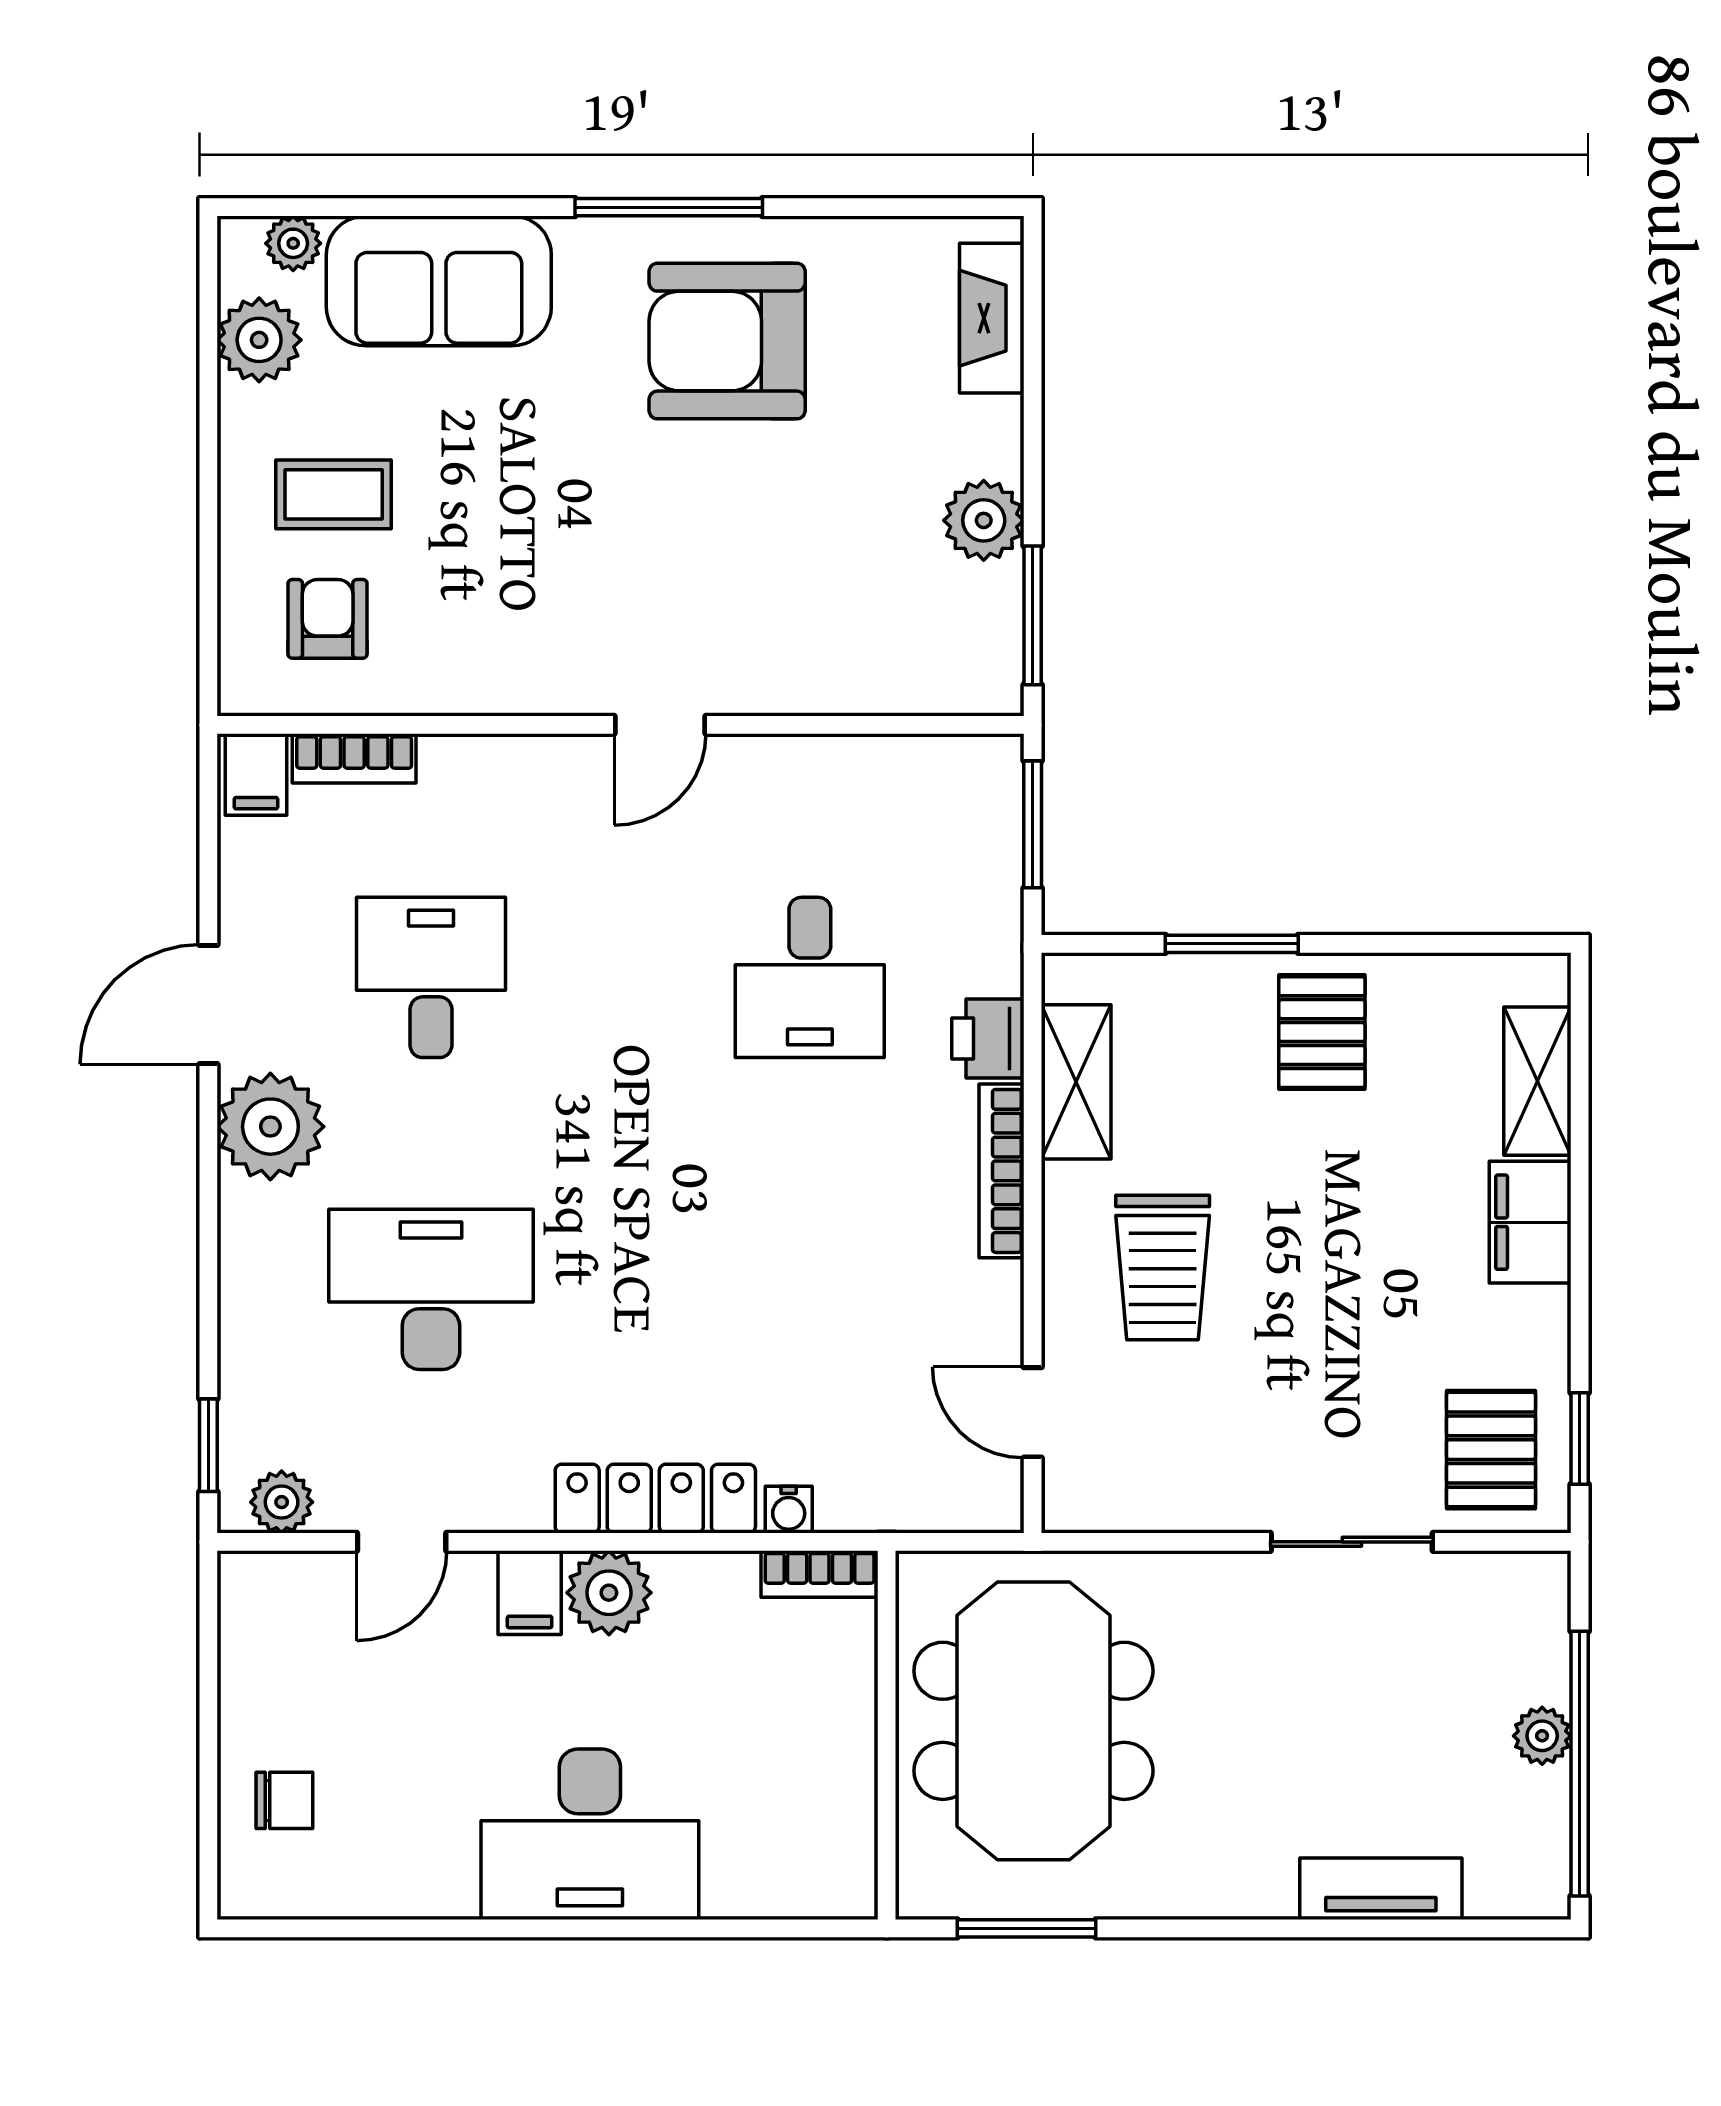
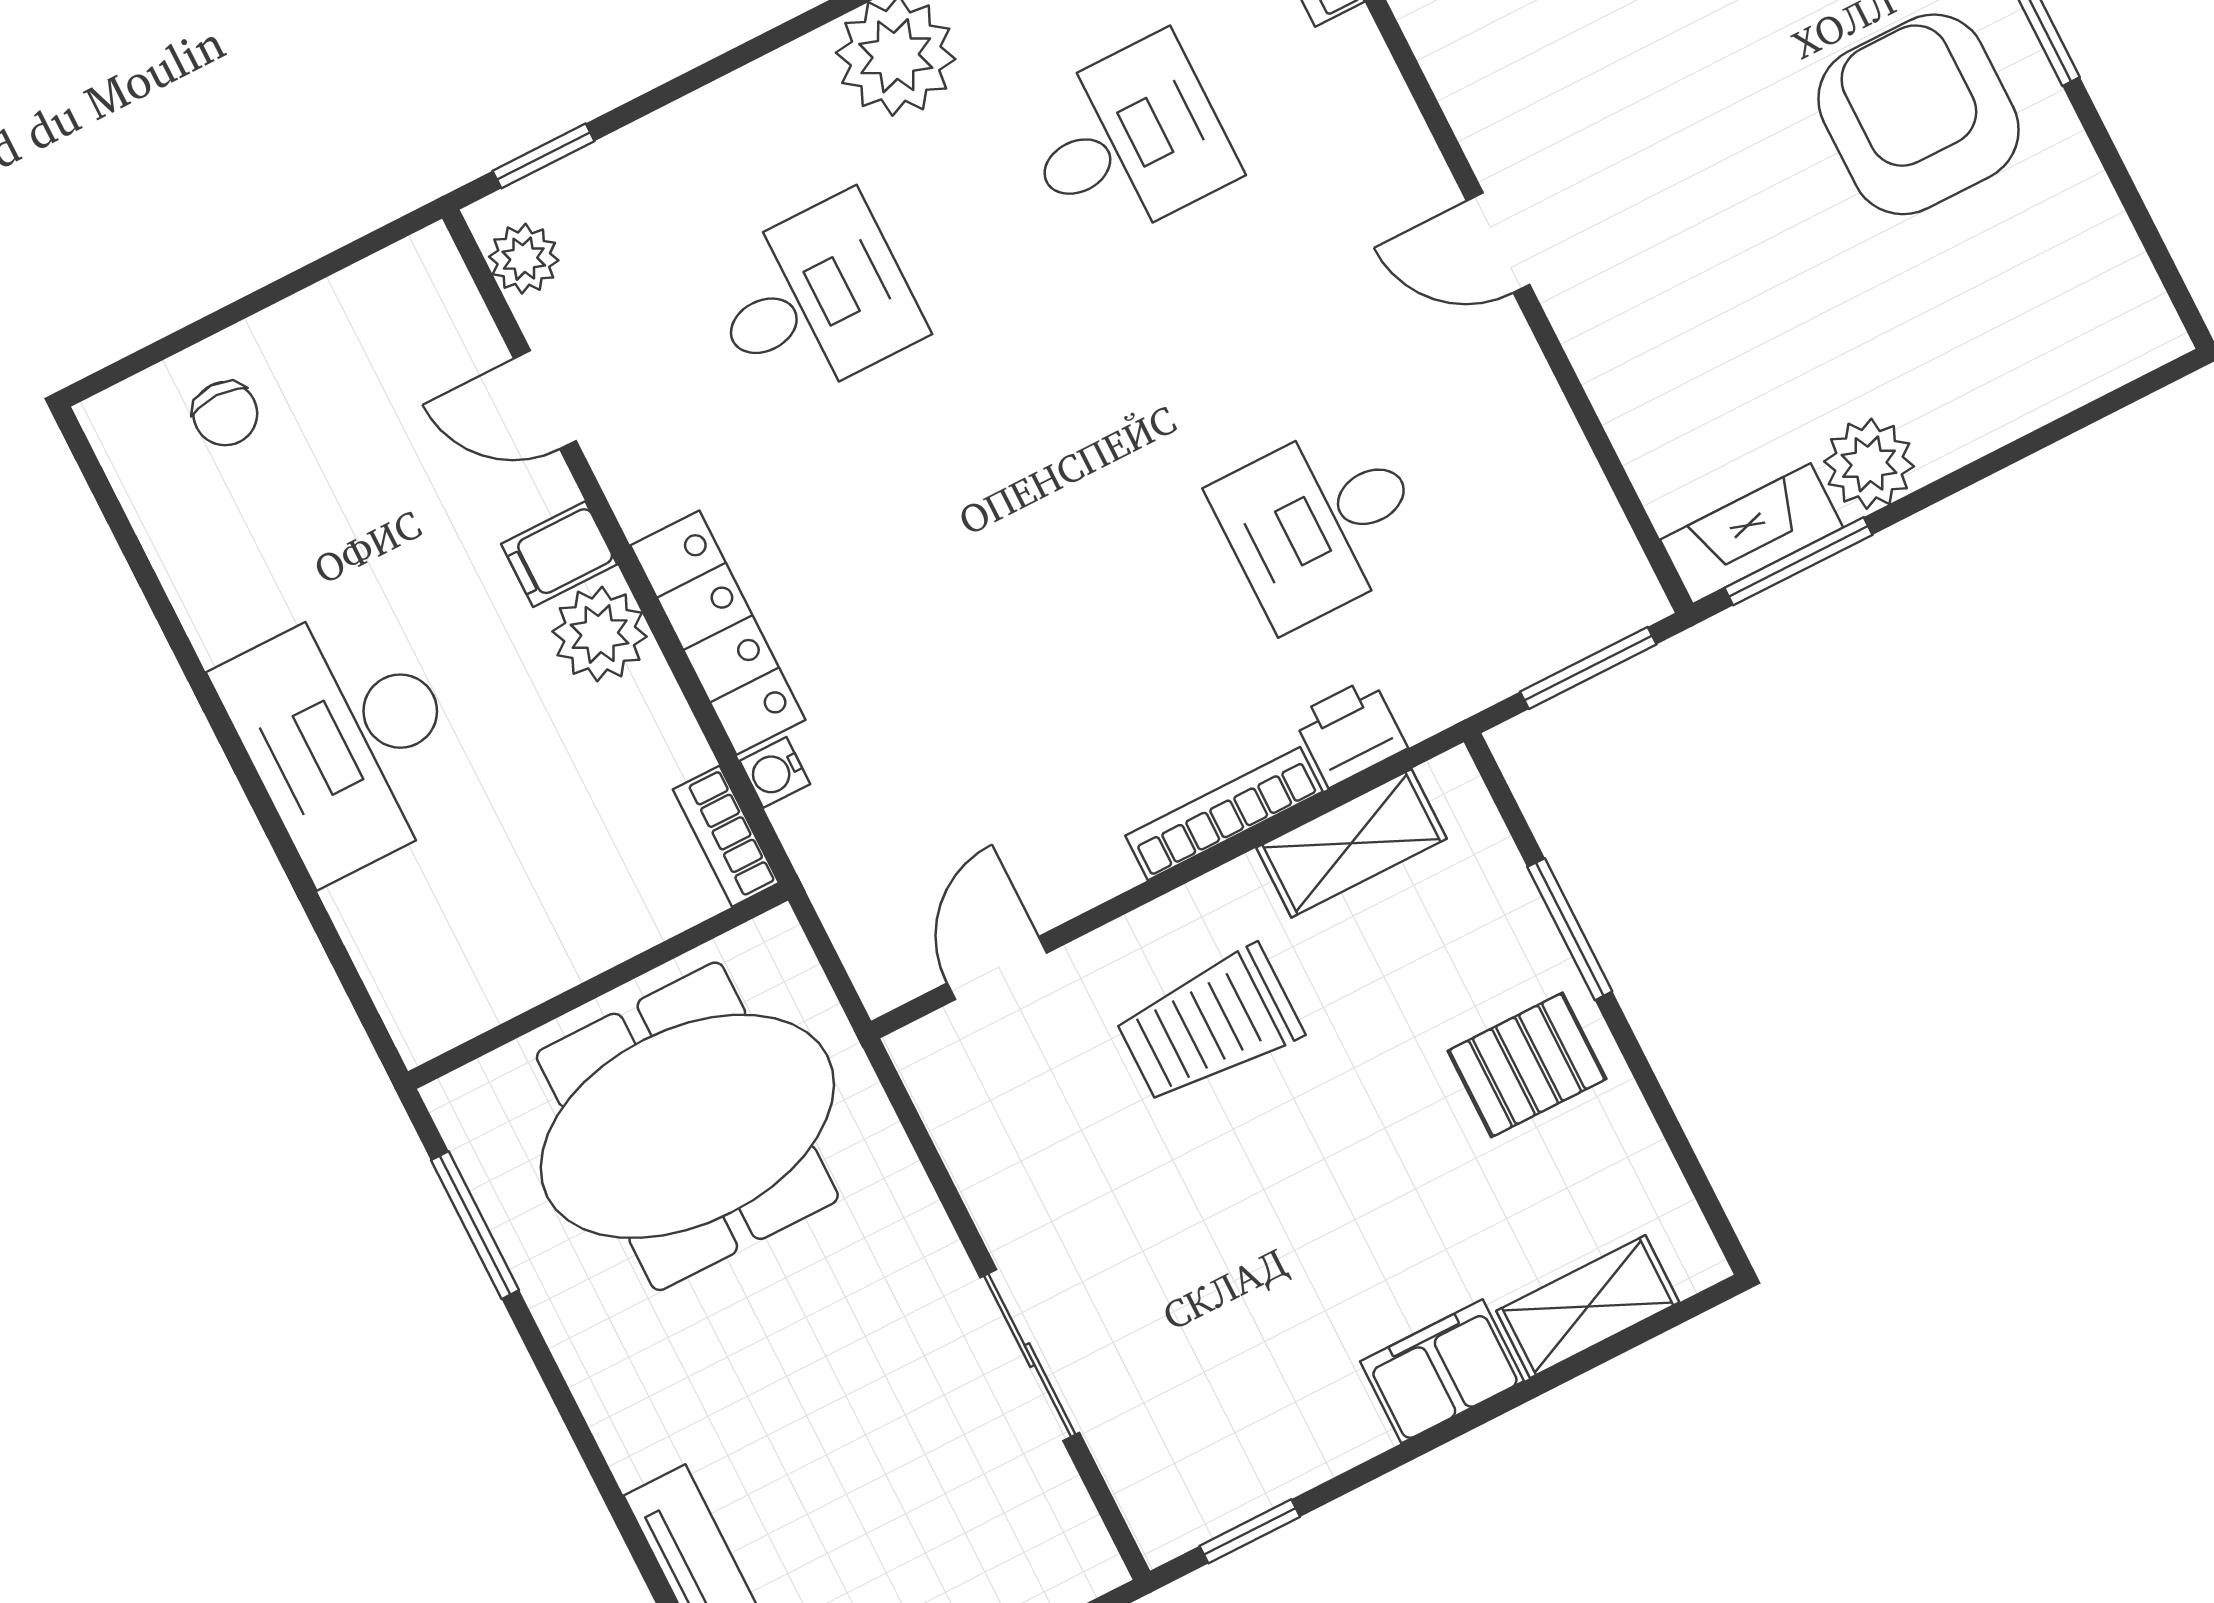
fireplace: (992, 318) -> (1752, 534), moved
desk: (431, 1289) -> (814, 300), width x0.73
pallet: (1491, 1450) -> (1193, 1448), removed

